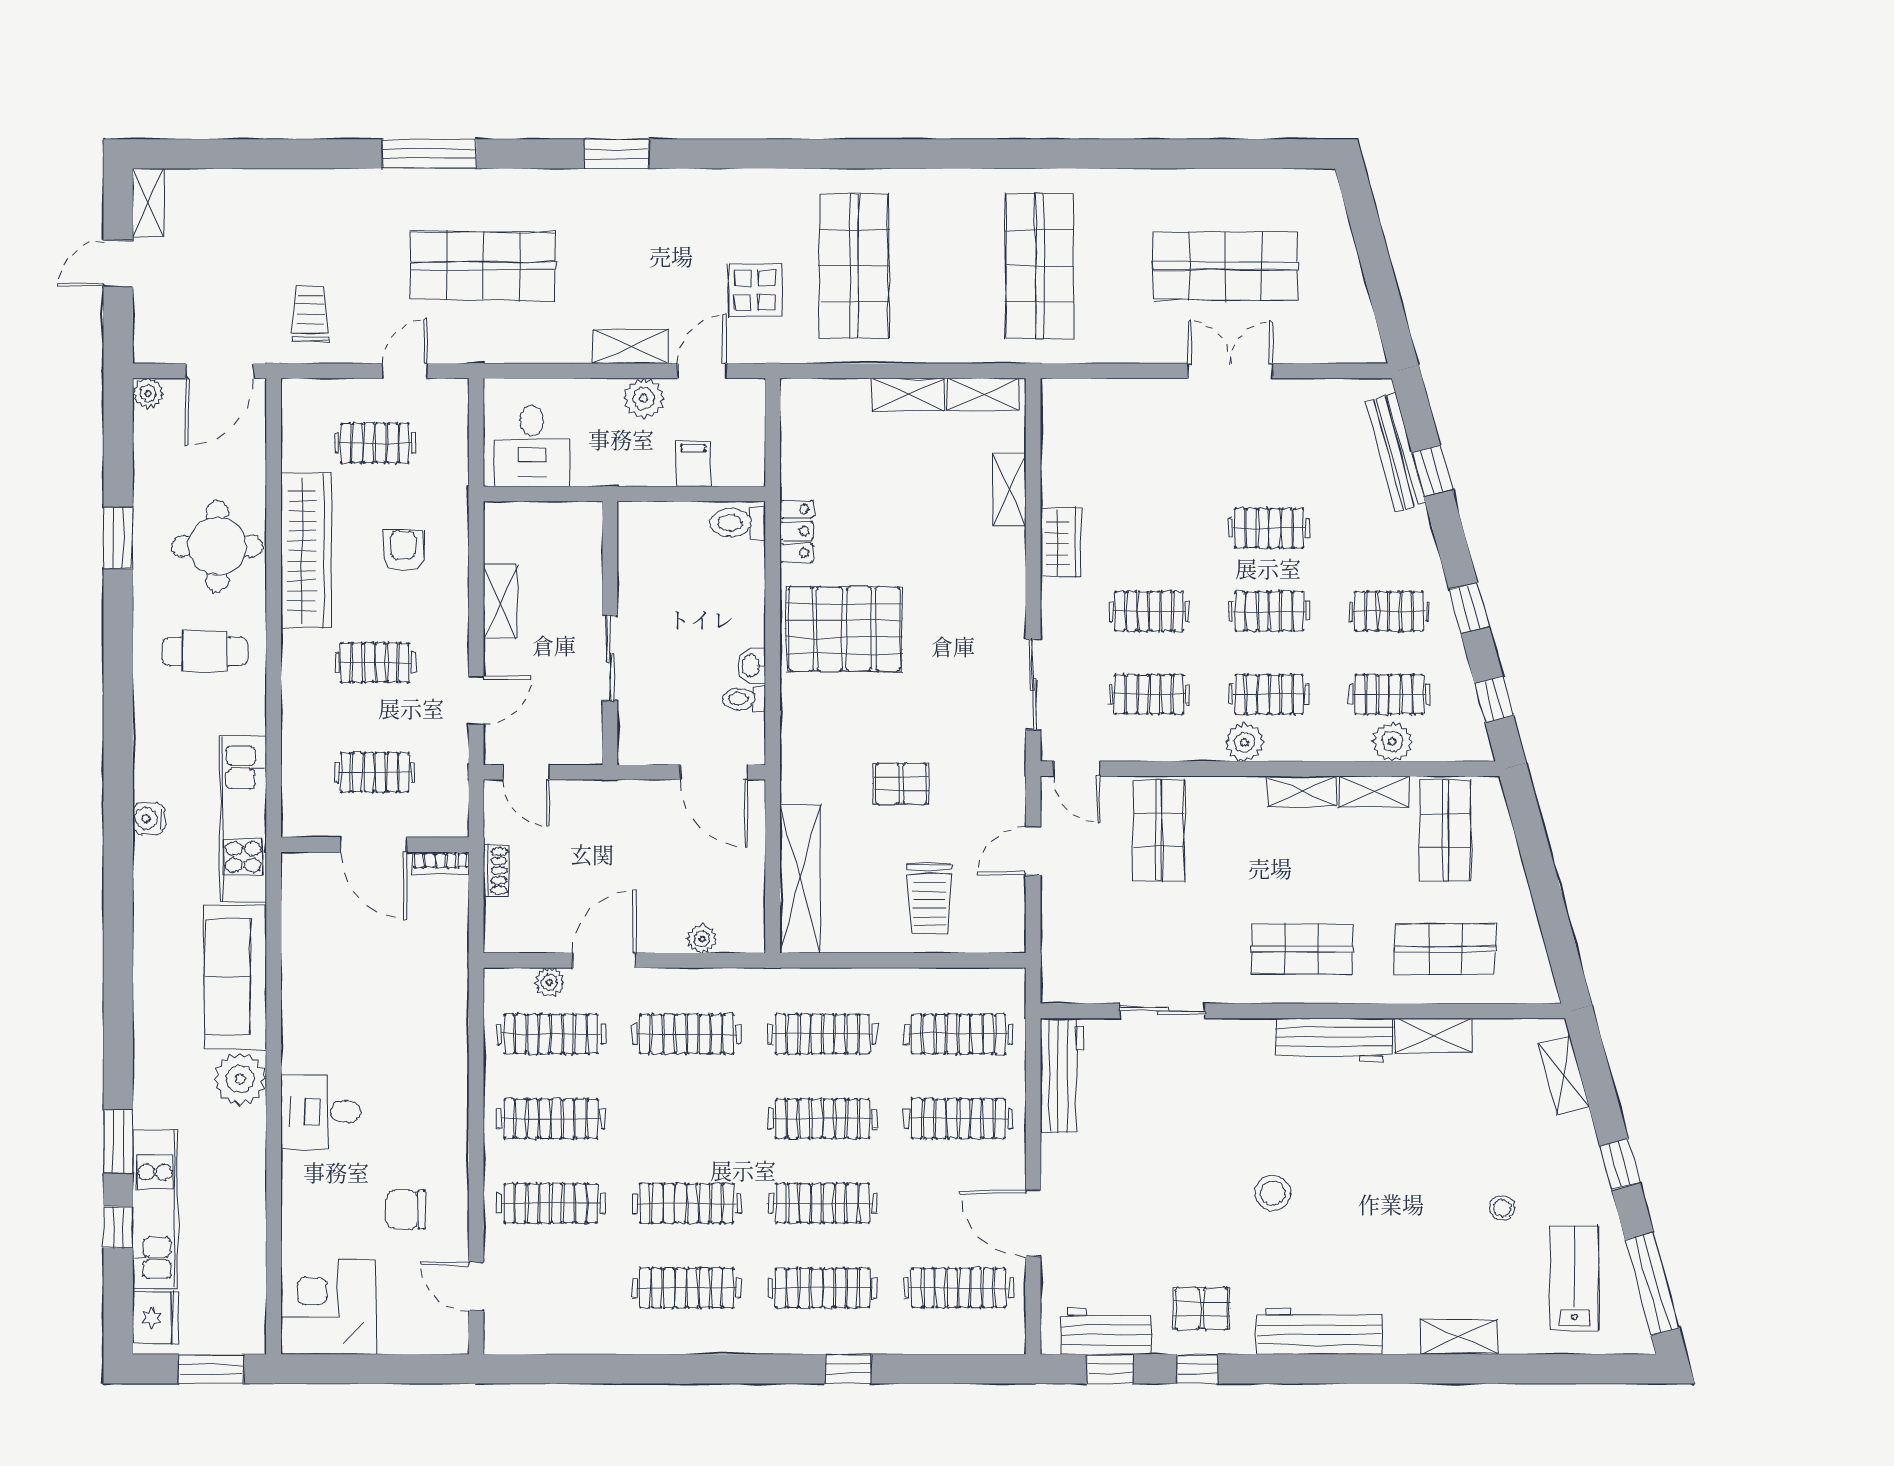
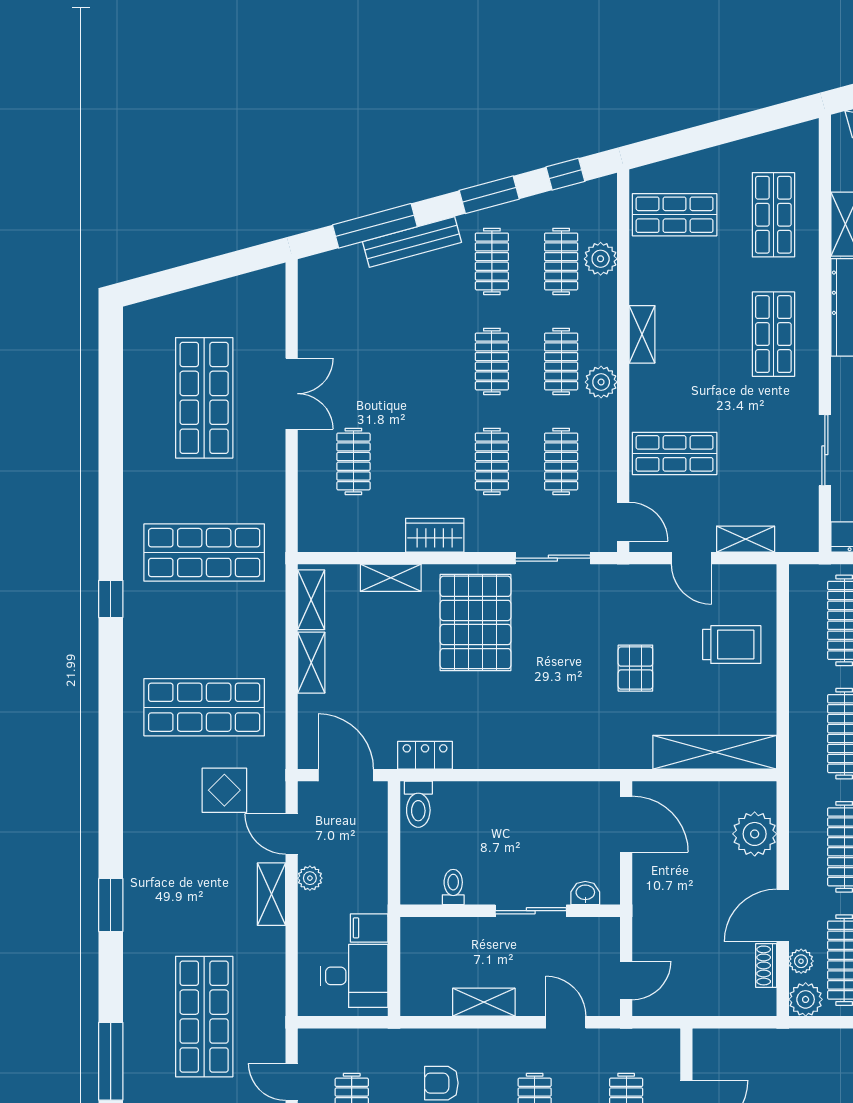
window: (984, 154) -> (111, 599), added
double door: (1230, 371) -> (292, 394), swing flipped
plant: (644, 398) -> (310, 878), width x0.73, depth x0.73
door: (773, 436) -> (346, 775), added
bench: (1395, 452) -> (412, 242), moved
filing cabinet: (693, 464) -> (369, 928), moved
window: (1432, 471) -> (375, 226), width x2.17
clothes rail: (1269, 528) -> (353, 461), moved
window: (1469, 608) -> (489, 195), width x1.50
pallet: (844, 629) -> (475, 622), moved
washbasin: (751, 666) -> (585, 893), moved, turned 180
toilet: (744, 699) -> (453, 887), moved, turned 180
door: (1077, 769) -> (623, 522), hinge flipped
door: (714, 772) -> (626, 824), hinge flipped
shelving: (1374, 792) -> (746, 539), moved, turned 90
bookcase: (441, 863) -> (702, 1052), removed
shoe rack: (496, 871) -> (766, 965), moved, turned -90
plant: (702, 939) -> (755, 834), width x1.87, depth x1.87
door: (604, 960) -> (783, 915), hinge flipped
plant: (503, 988) -> (806, 999), added

